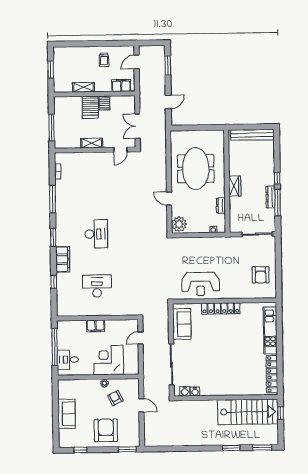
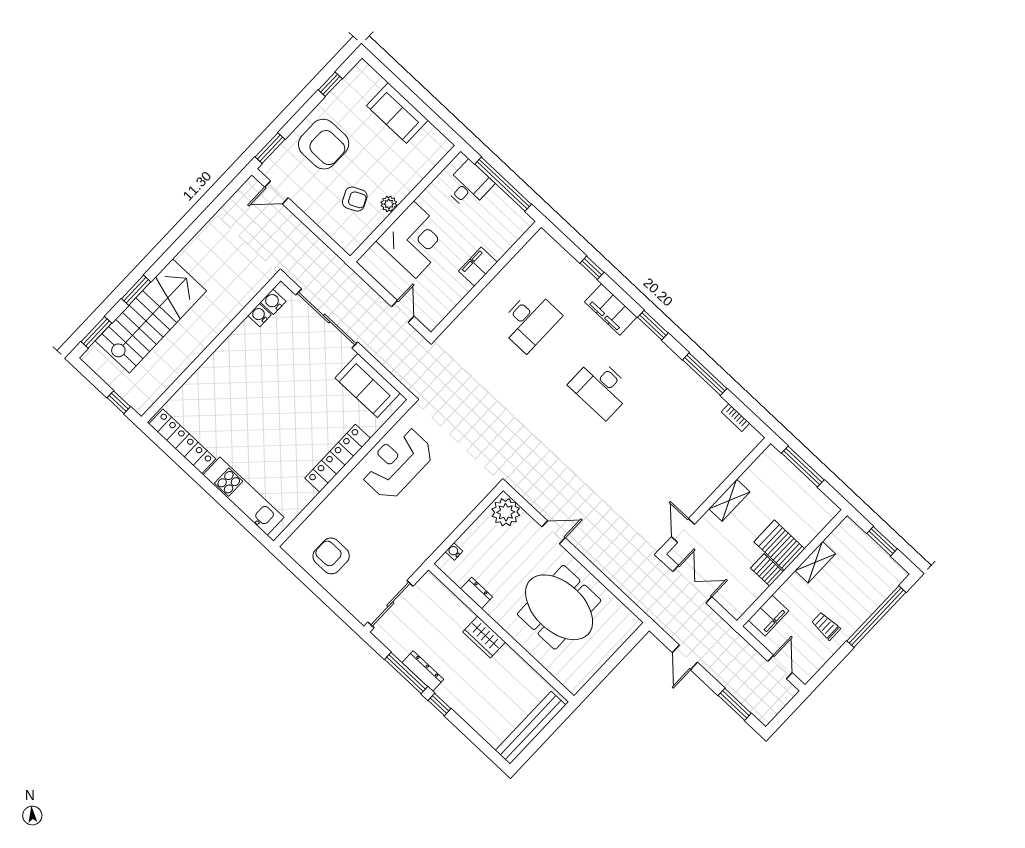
window: (82, 44) -> (876, 617), added
door: (141, 405) -> (276, 192), moved
stairs: (248, 412) -> (151, 316), moved, turned 180

